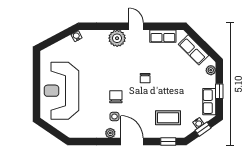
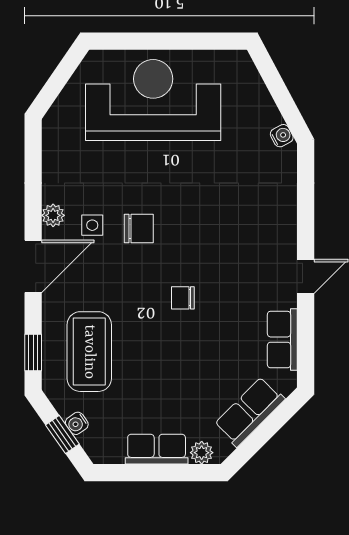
plant: (117, 38) -> (277, 231), removed
window: (219, 91) -> (152, 473), removed
row of seats: (209, 102) -> (157, 449), moved
coffee table: (168, 118) -> (89, 352), width x1.36, depth x1.32

